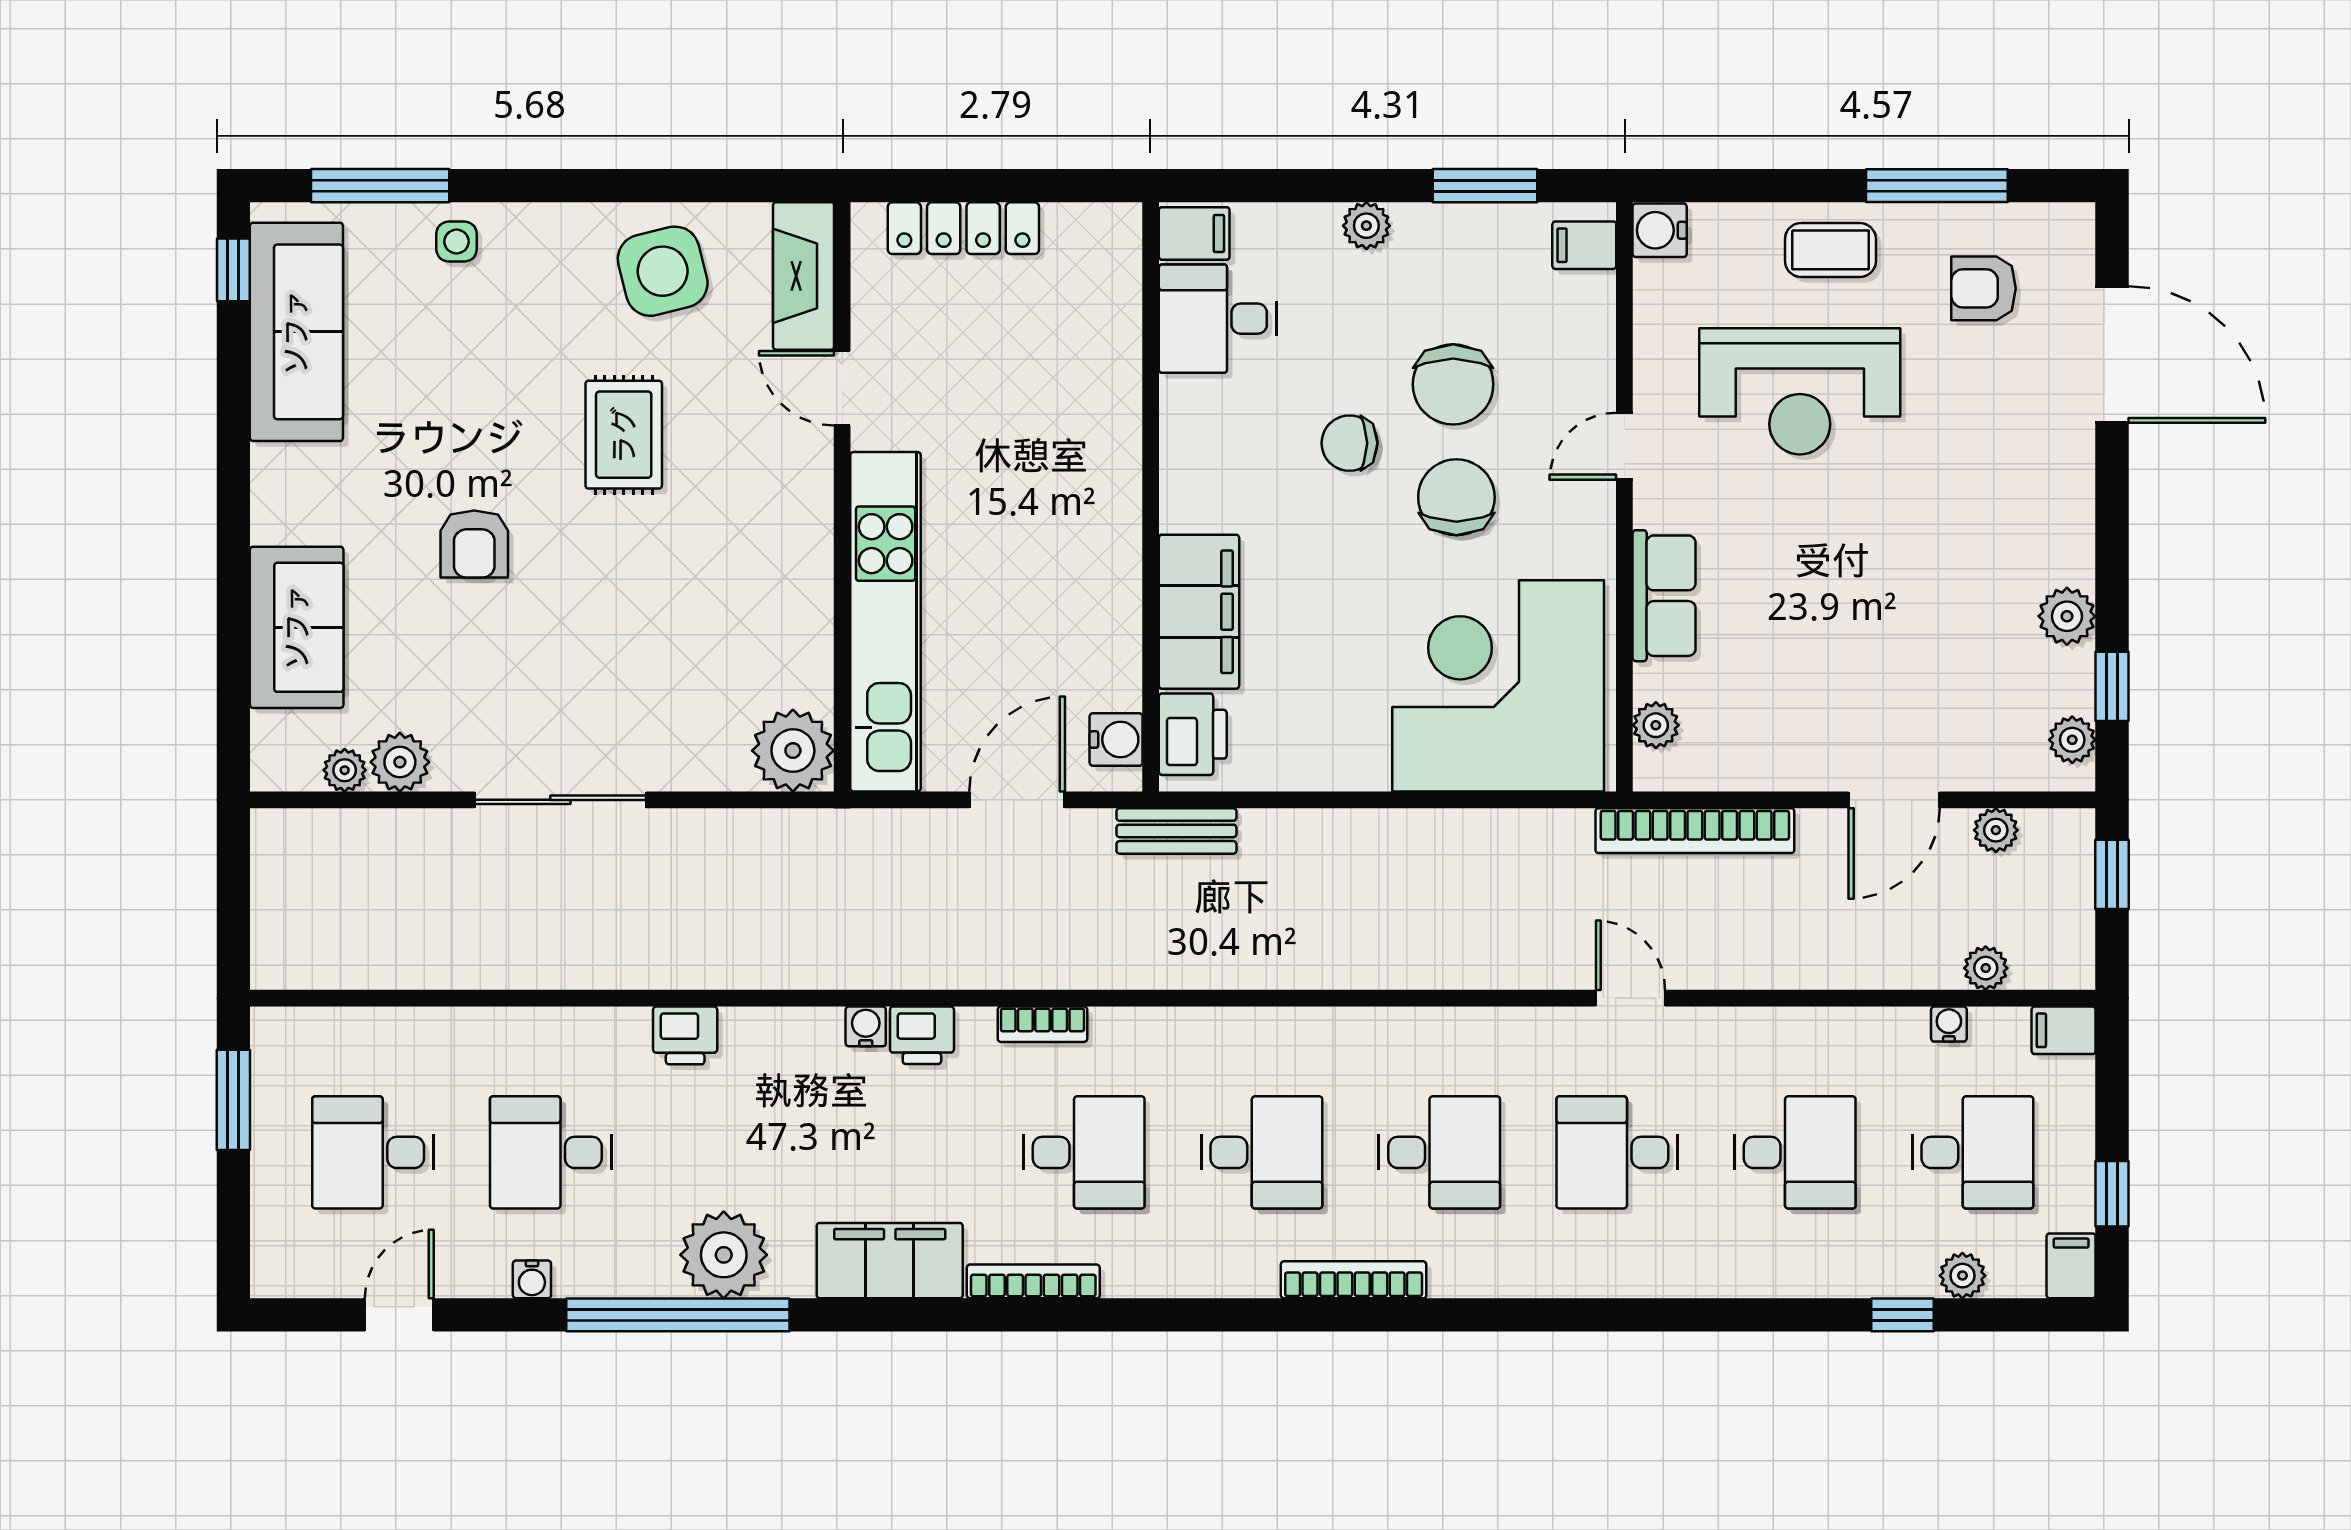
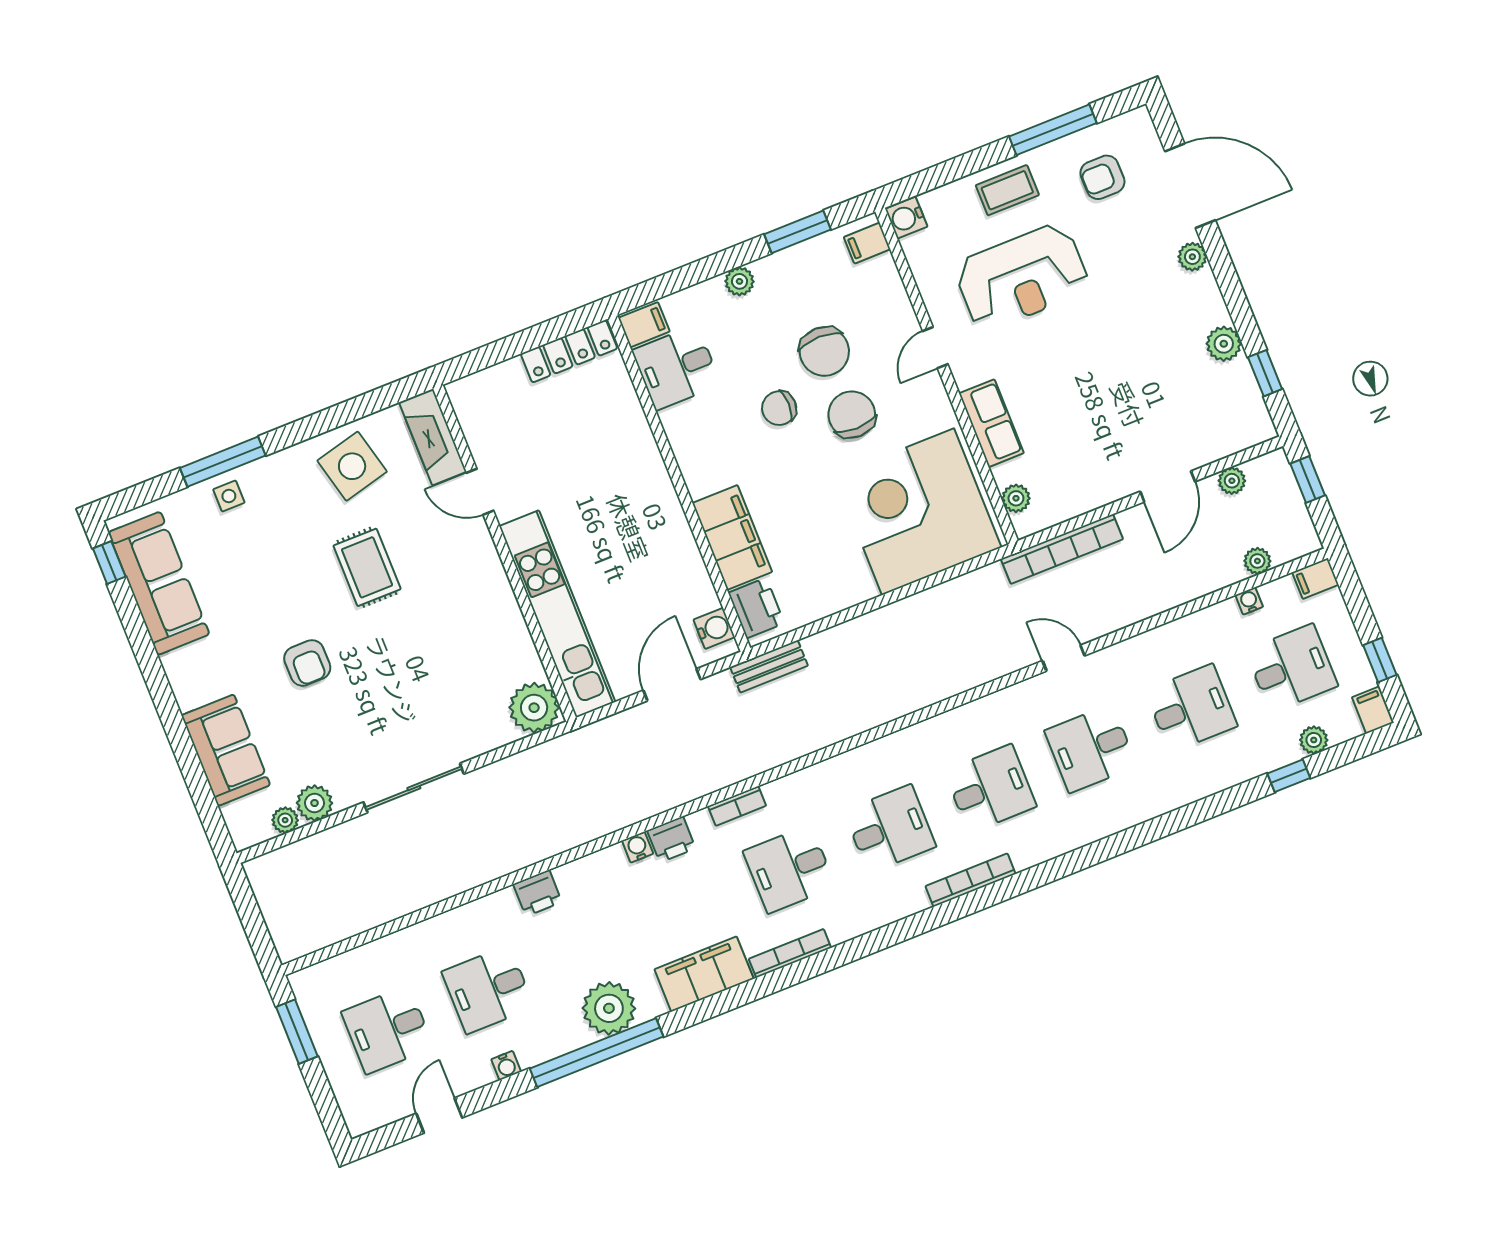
window: (380, 186) -> (223, 462), moved
locker: (963, 228) -> (569, 351), moved
plant: (2072, 740) -> (1192, 257), moved
desk: (1084, 1152) -> (789, 869), turned 180

